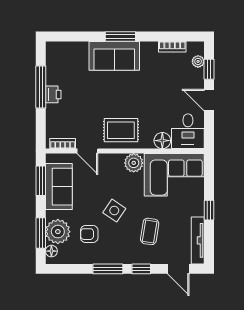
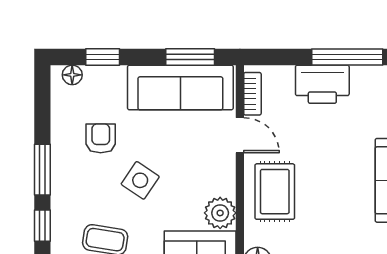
printer: (53, 94) -> (322, 84), width x1.87, depth x1.48
door: (87, 151) -> (240, 135), swing flipped
sofa: (59, 187) -> (180, 87), width x1.36
plant: (58, 232) -> (105, 86), removed
window: (41, 233) -> (103, 57), width x0.67

